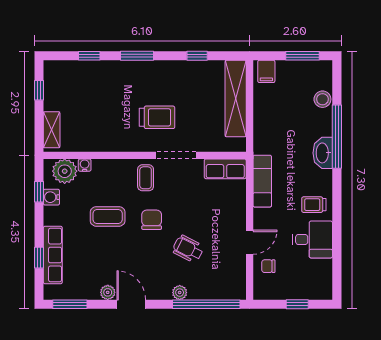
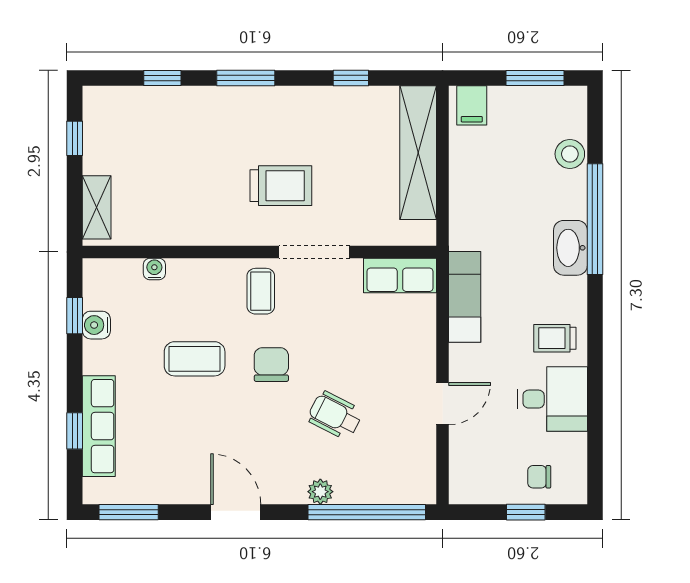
plant: (65, 171) -> (119, 280), removed
chair: (268, 266) -> (539, 477), moved
plant: (108, 292) -> (195, 491), removed

